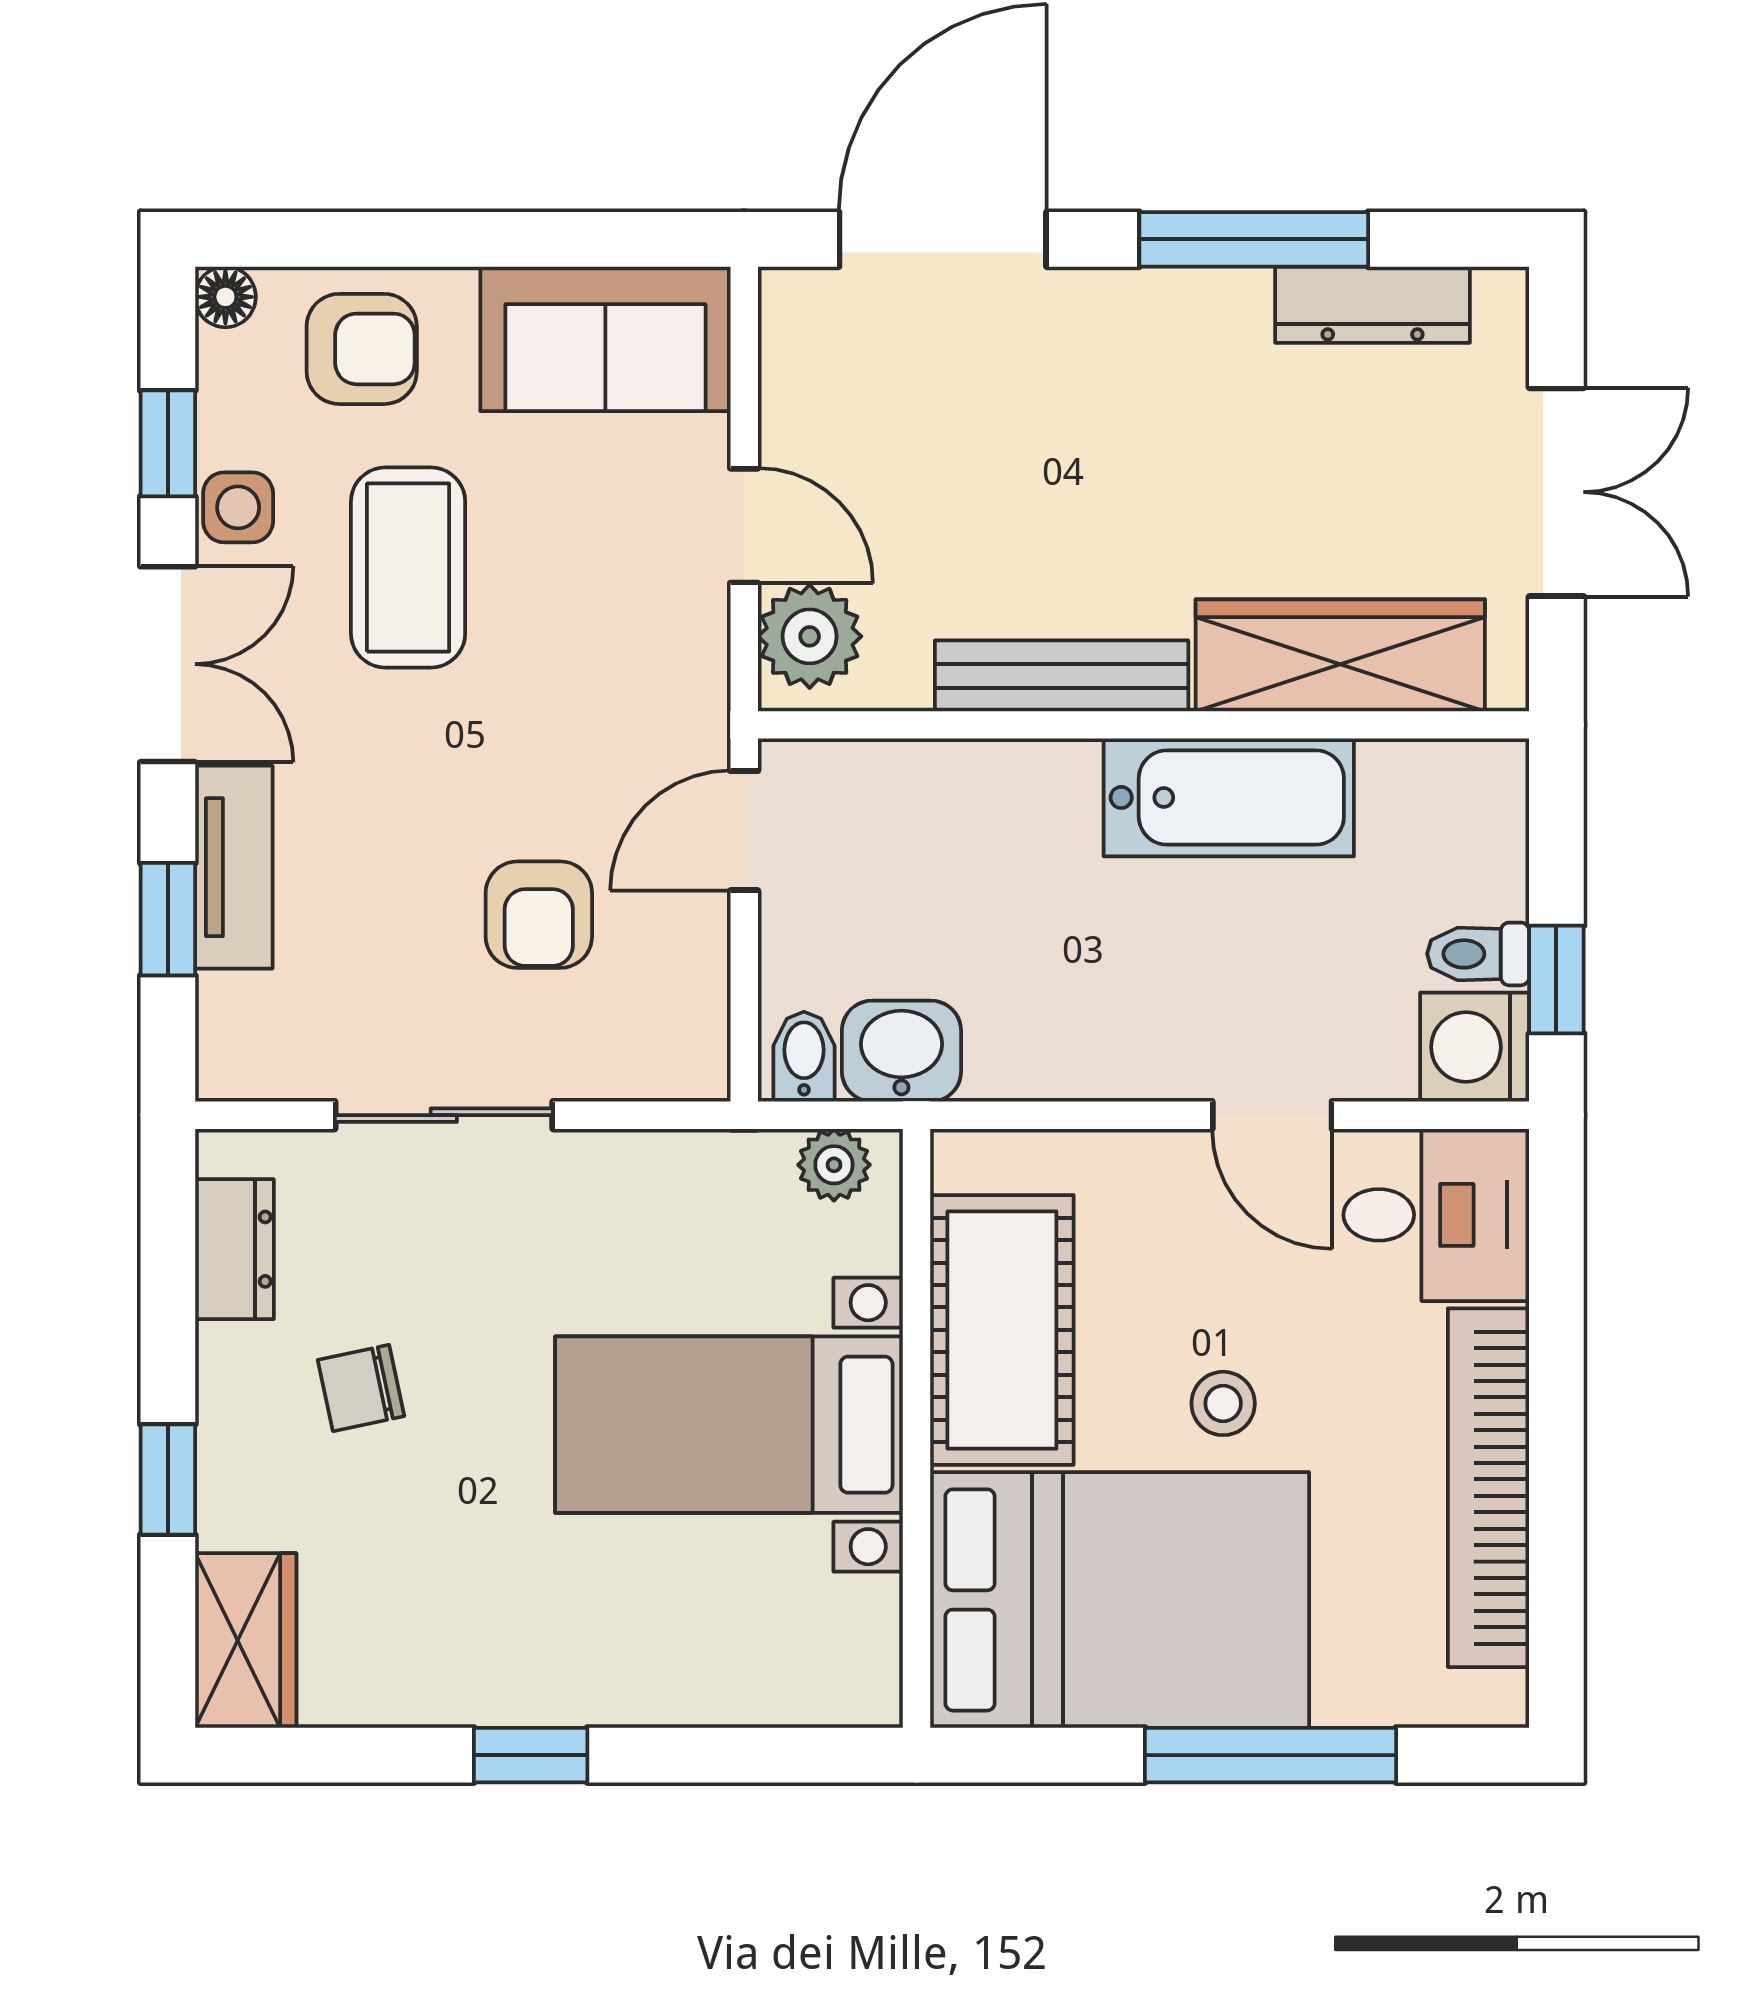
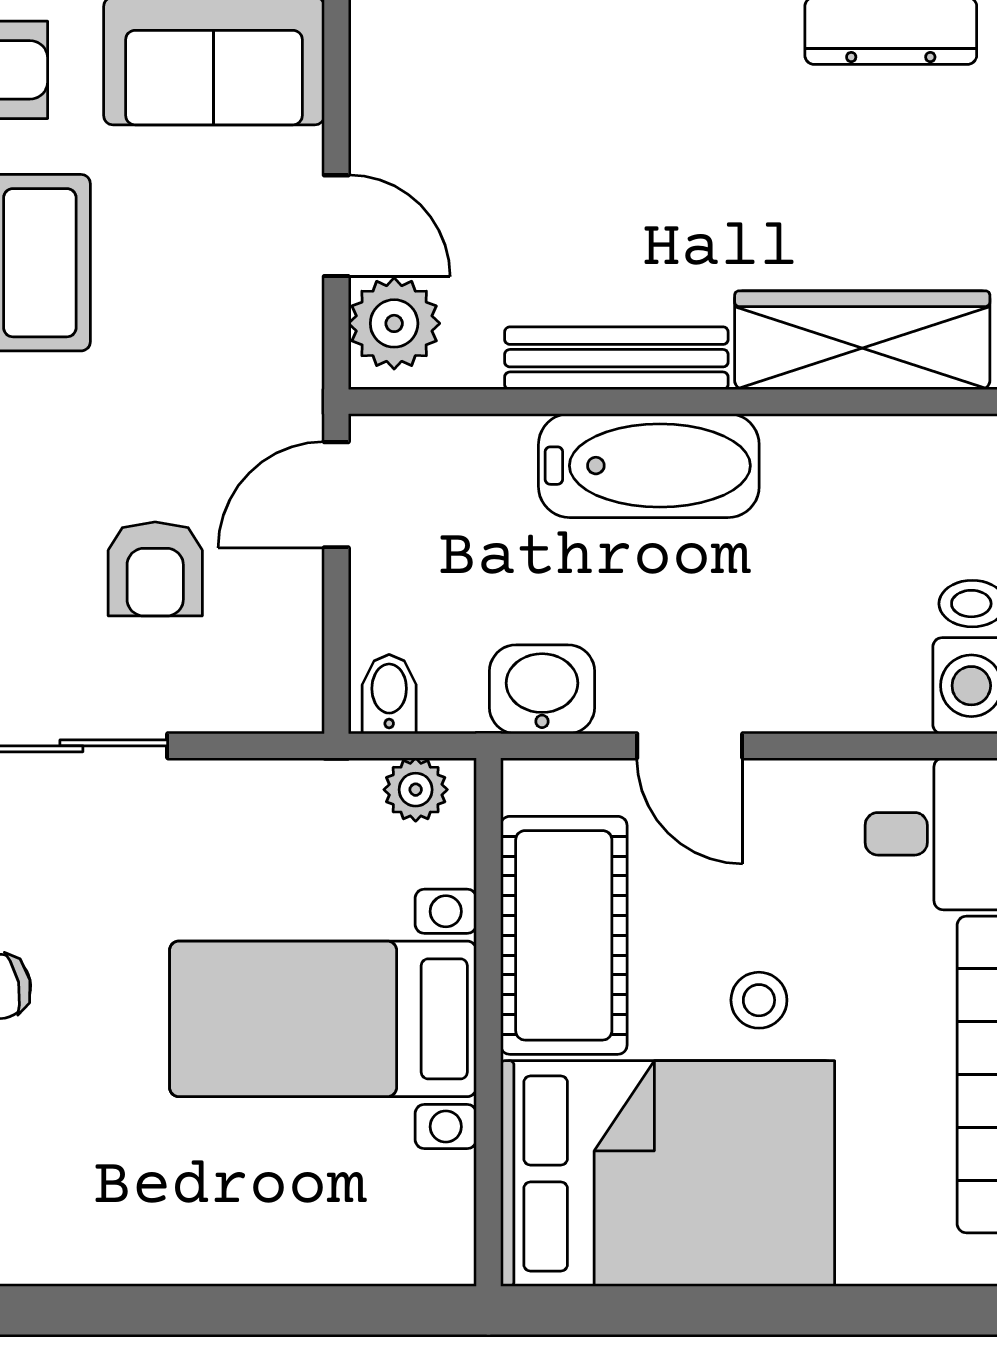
bathtub: (1229, 797) -> (649, 466), moved
washbasin: (901, 1051) -> (542, 689), moved
door: (1272, 1115) -> (690, 746), moved
window: (531, 1755) -> (148, 1310), removed
window: (1271, 1755) -> (801, 1310), removed

